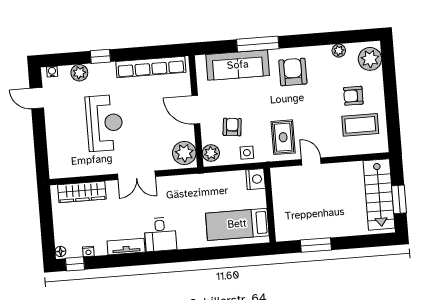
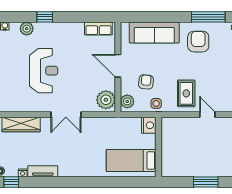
window: (258, 44) -> (208, 17), moved
row of seats: (151, 67) -> (98, 29), width x0.50
nightstand: (256, 179) -> (149, 125), moved
wall: (270, 205) -> (159, 147), moved
bed: (237, 224) -> (131, 160), moved
desk: (160, 234) -> (81, 164), removed
tv unit: (126, 247) -> (43, 171), moved

